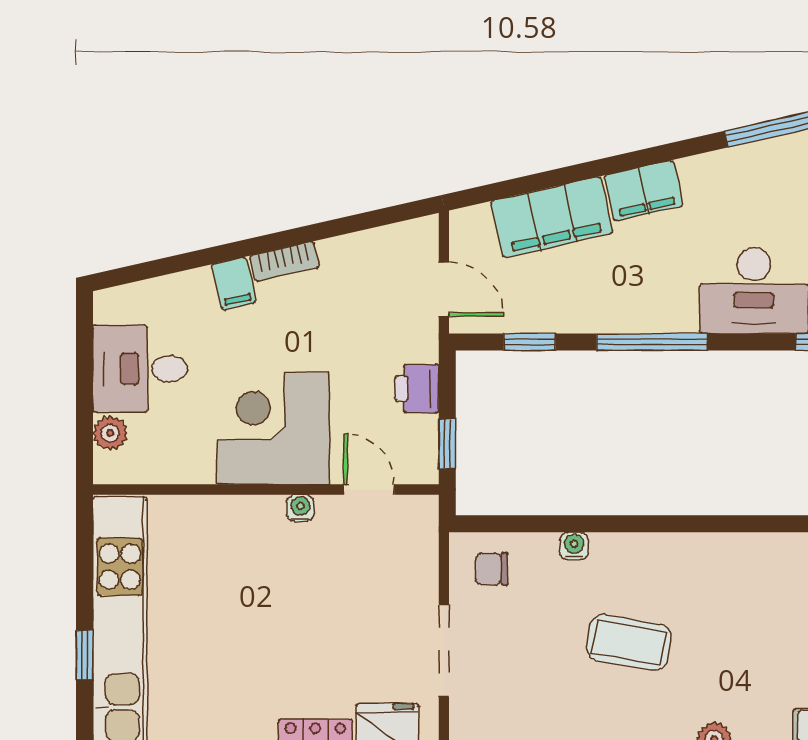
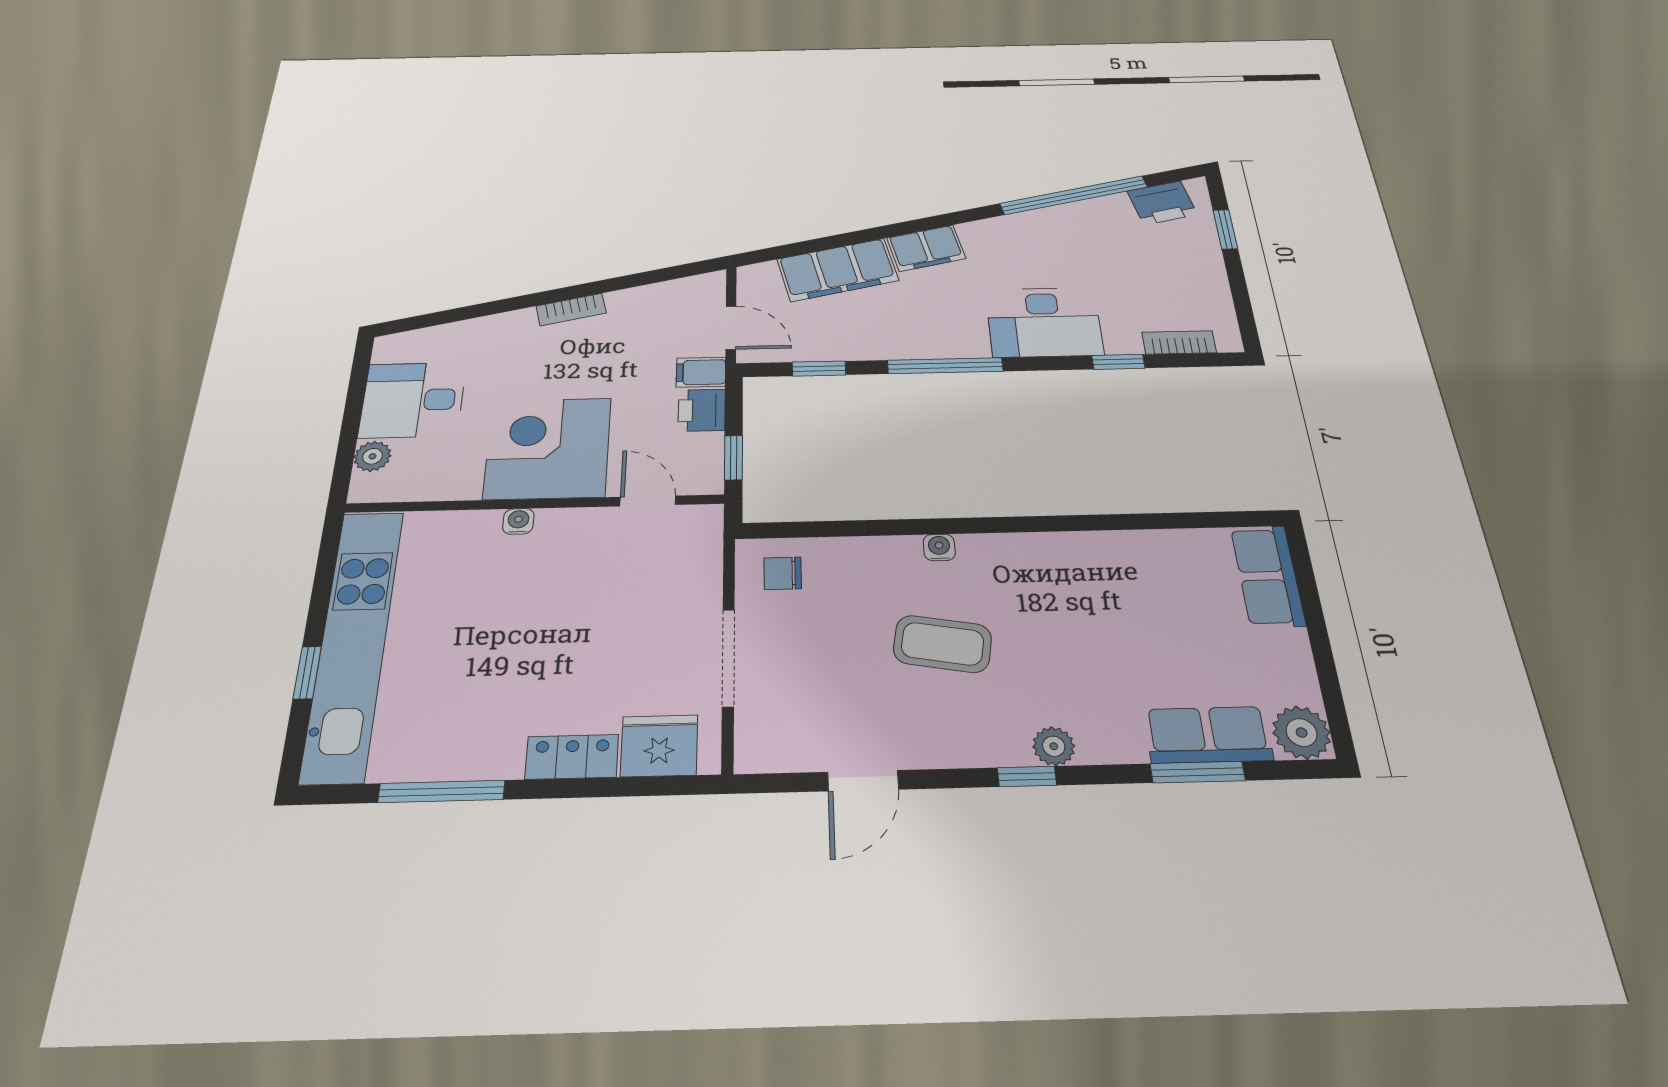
filing cabinet: (234, 284) -> (701, 372), moved, turned 103
water cooler: (300, 508) -> (518, 521), moved
water cooler: (574, 546) -> (939, 547), moved

